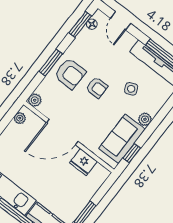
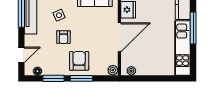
window: (80, 24) -> (54, 78), moved
armchair: (97, 88) -> (63, 37), moved, turned 180
door: (62, 132) -> (119, 37), hinge flipped

